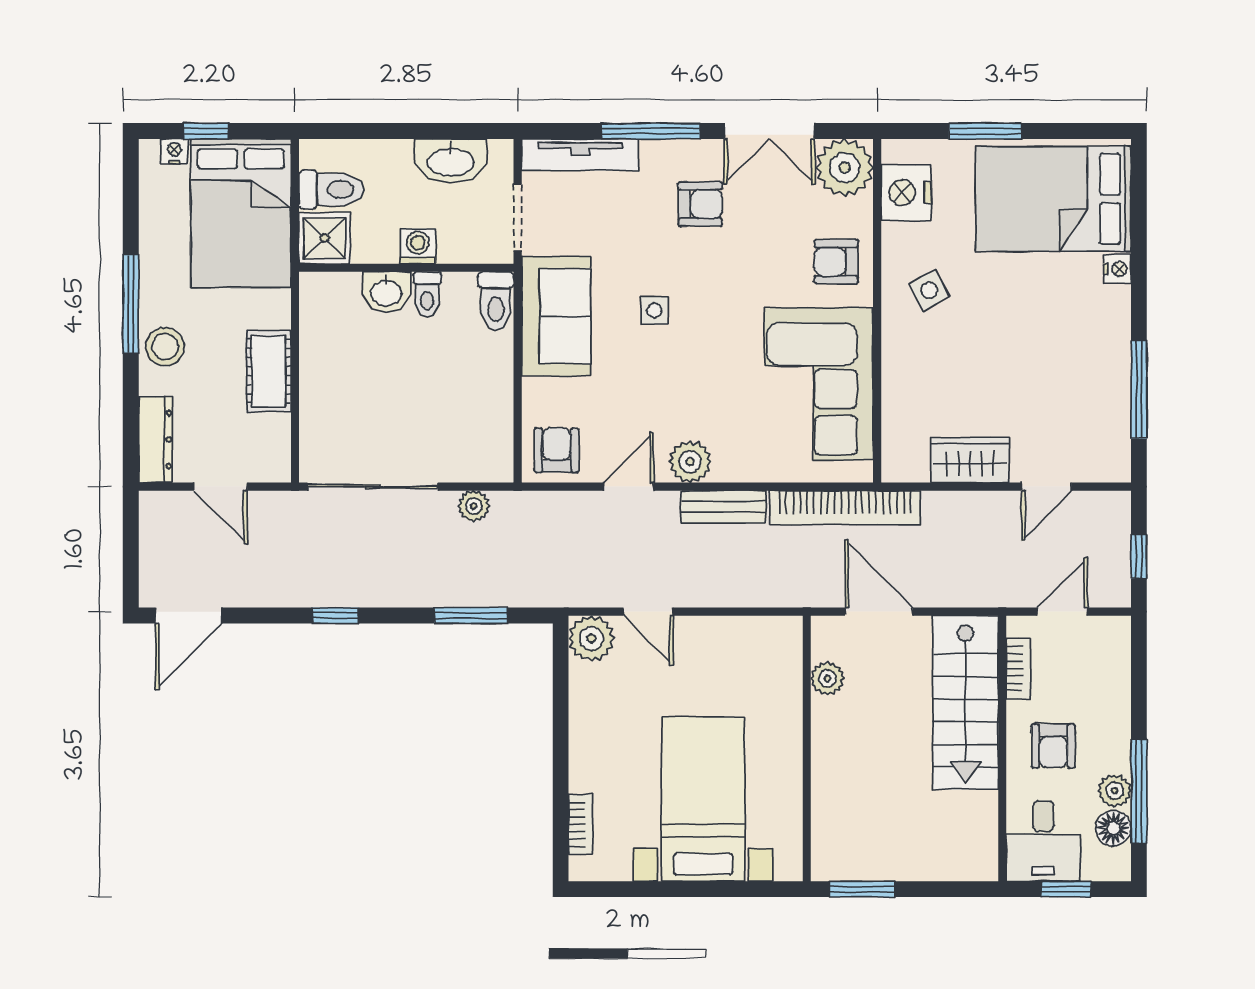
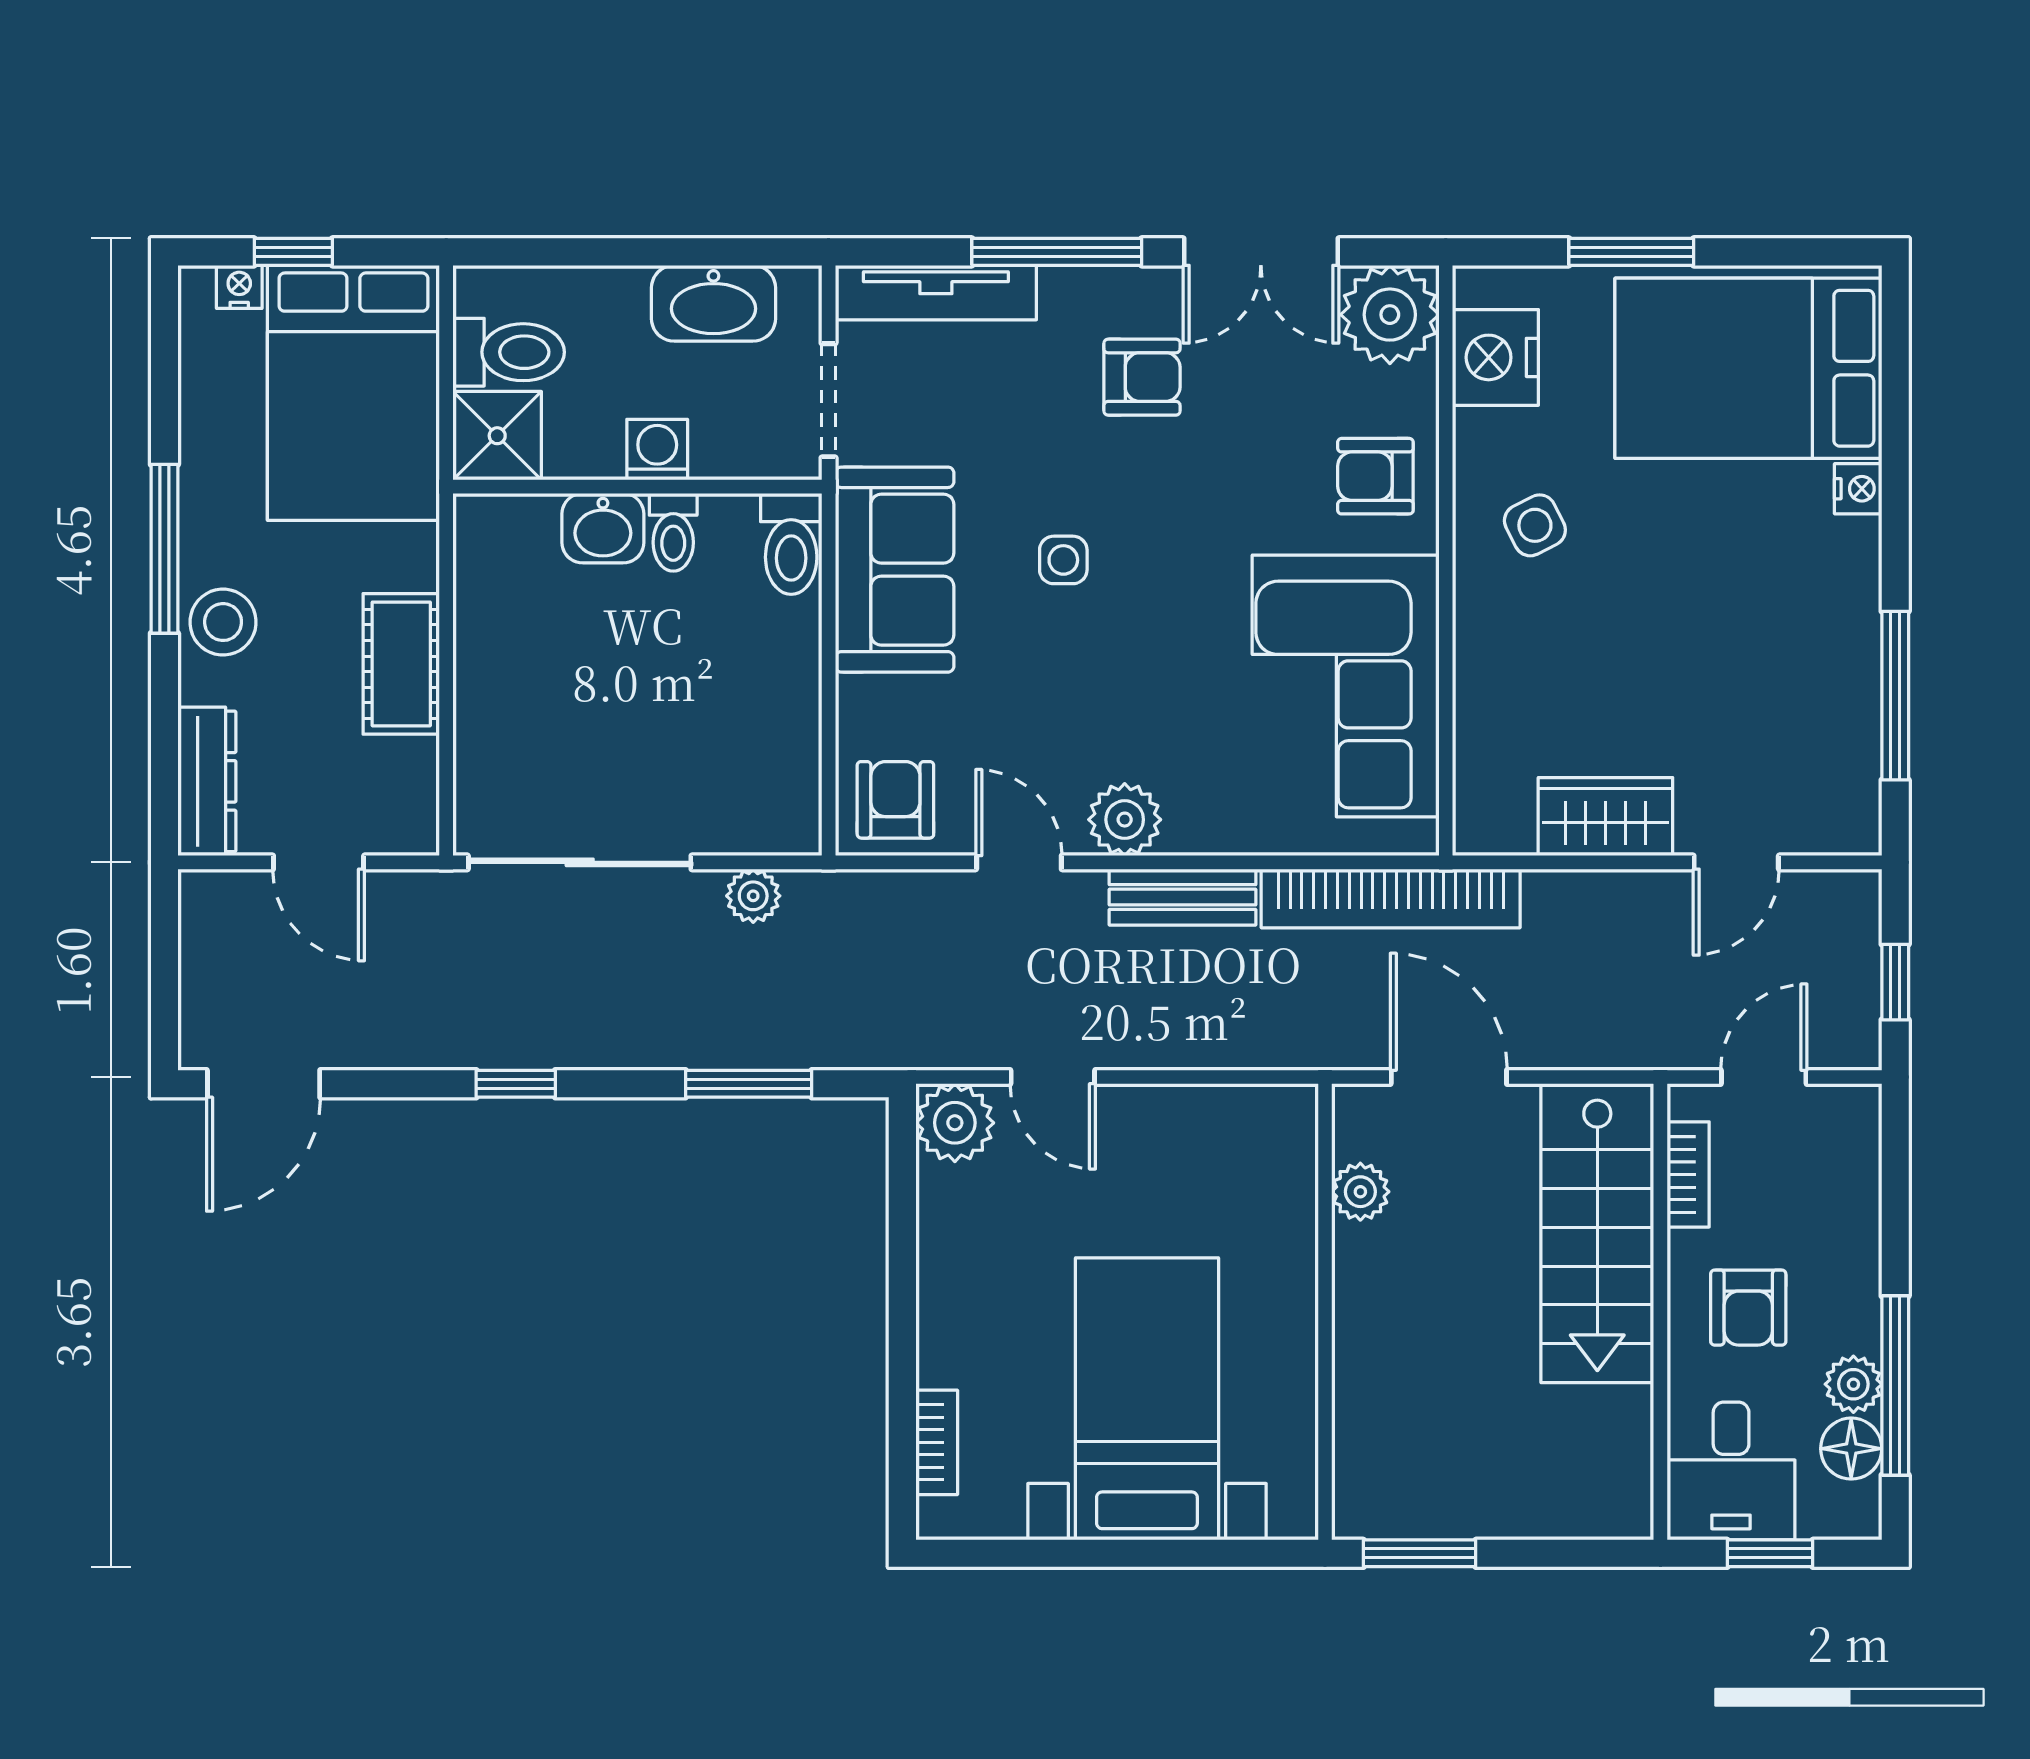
door: (629, 487) -> (1019, 862), hinge flipped

